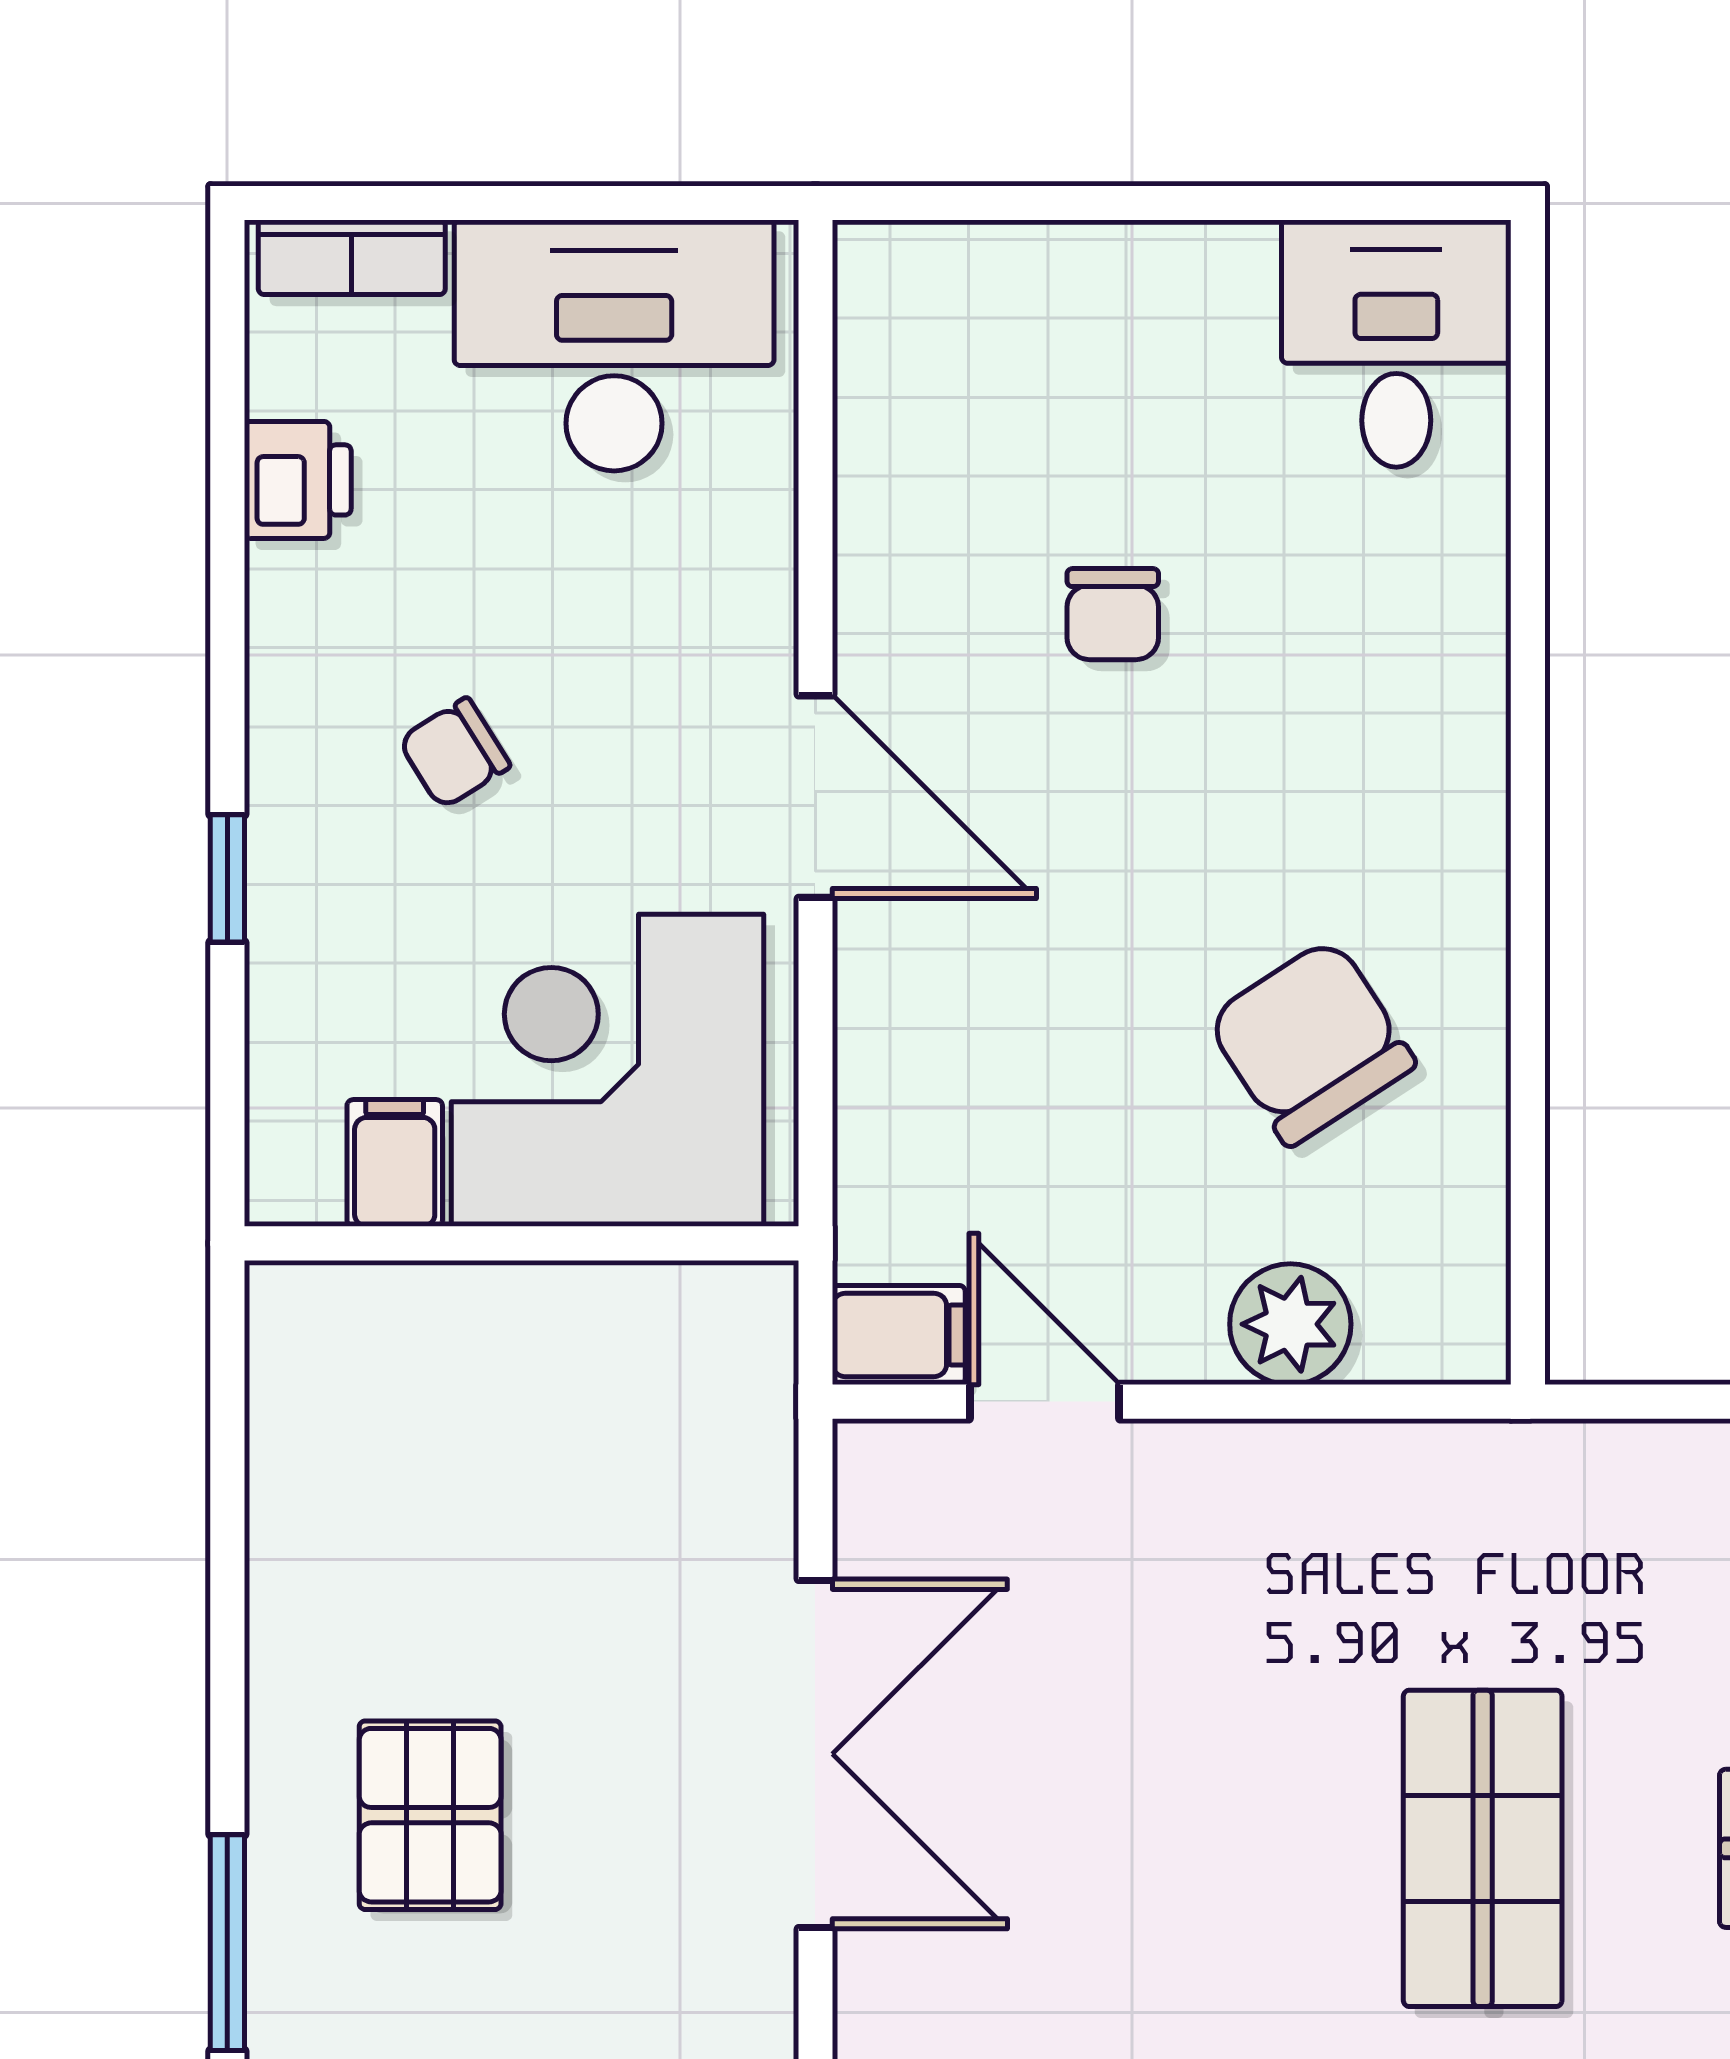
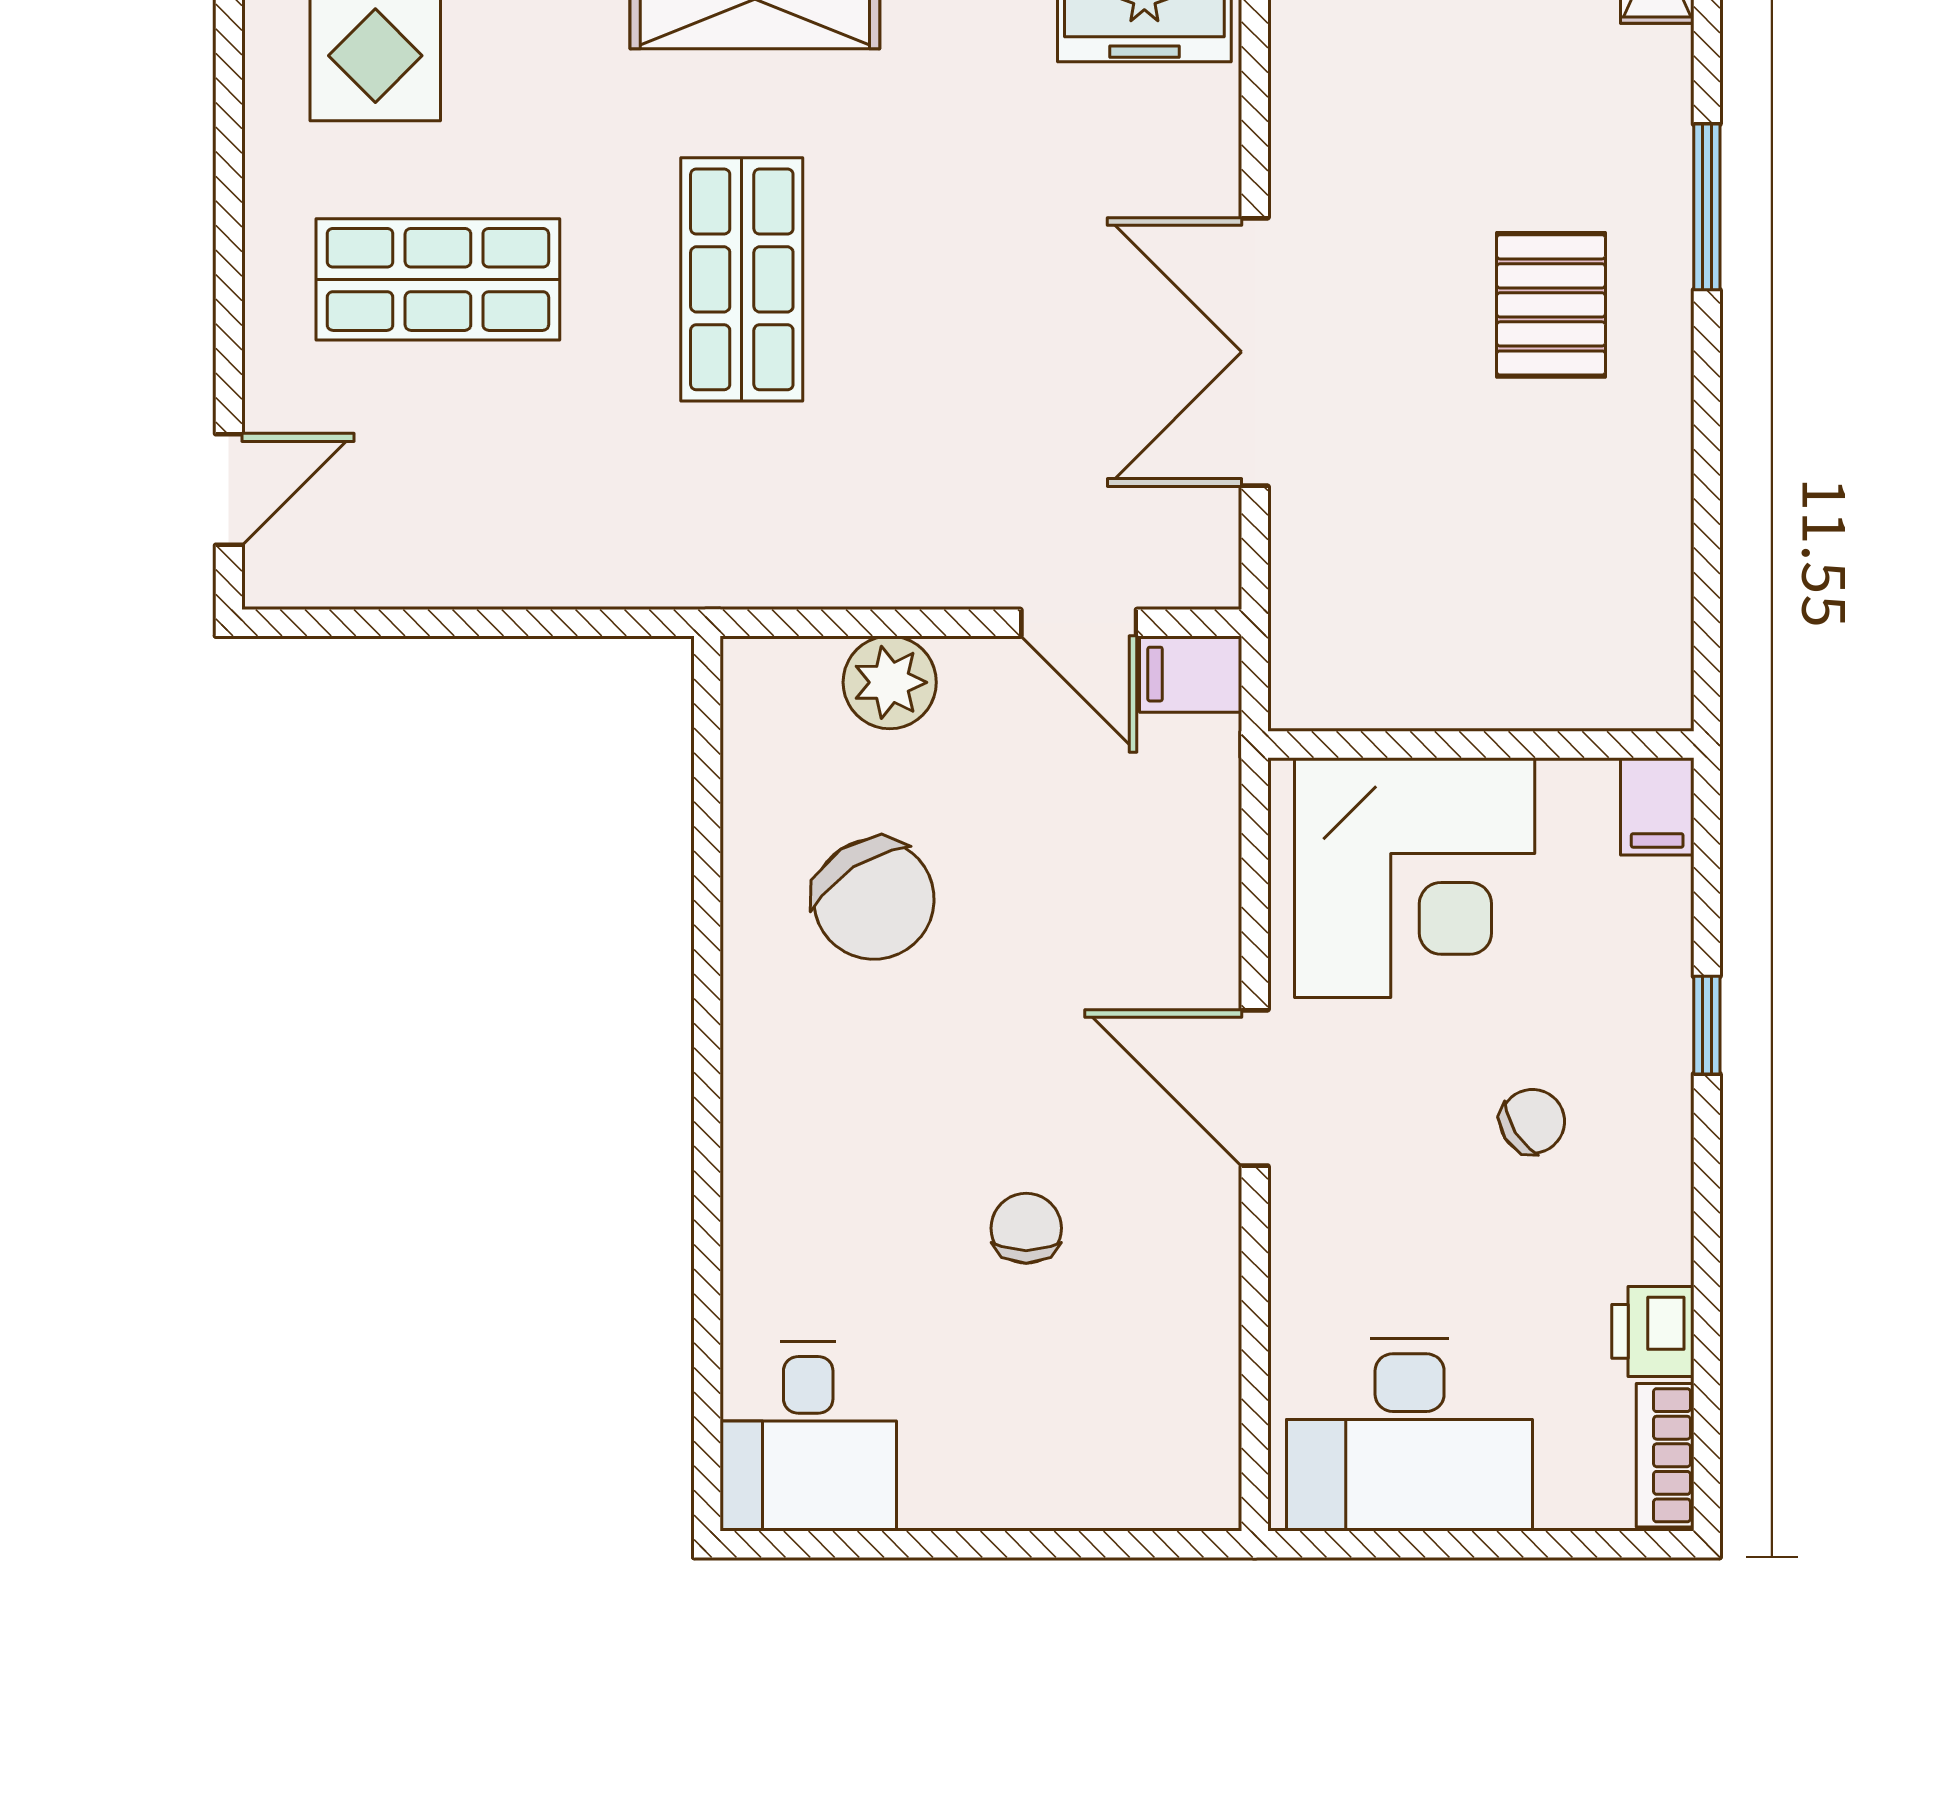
bookcase: (352, 257) -> (1665, 1455), moved, turned -90
filing cabinet: (395, 1163) -> (1657, 806), moved

